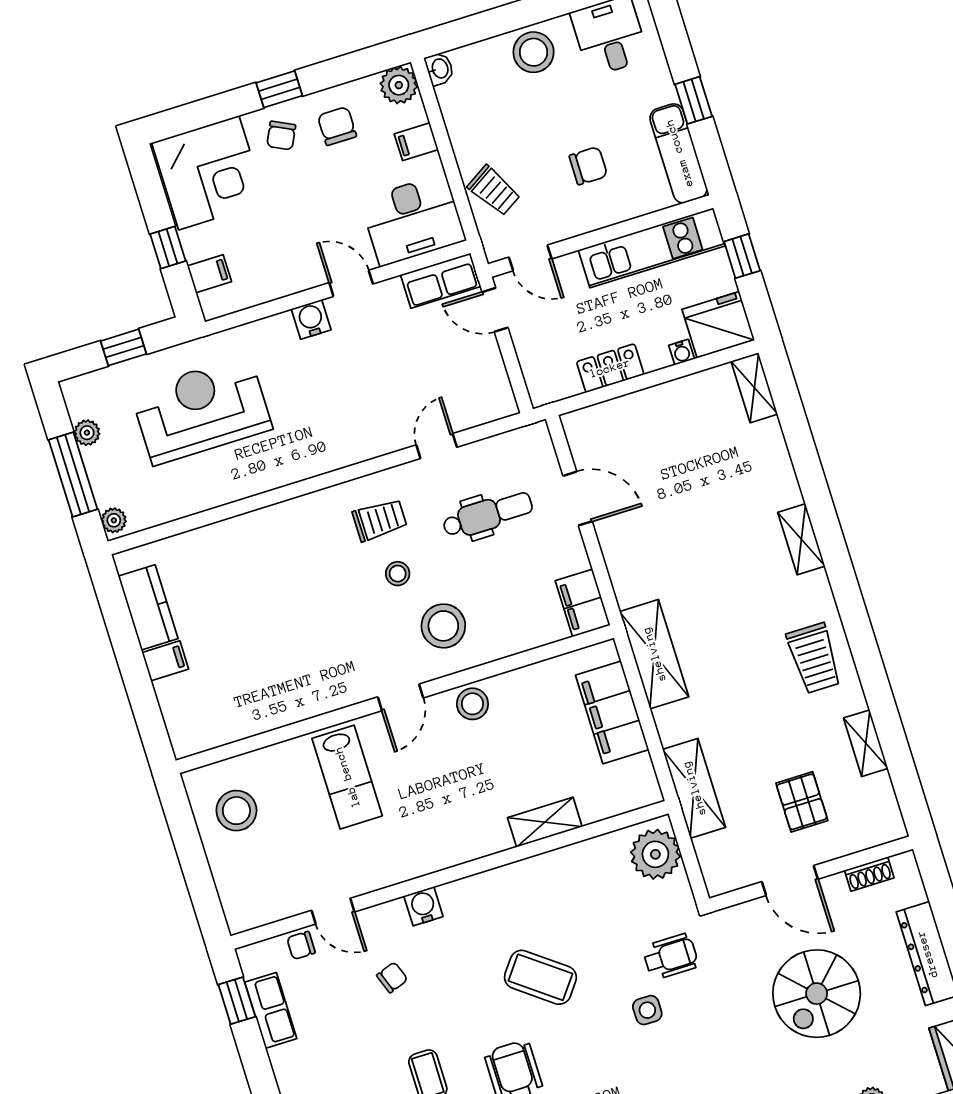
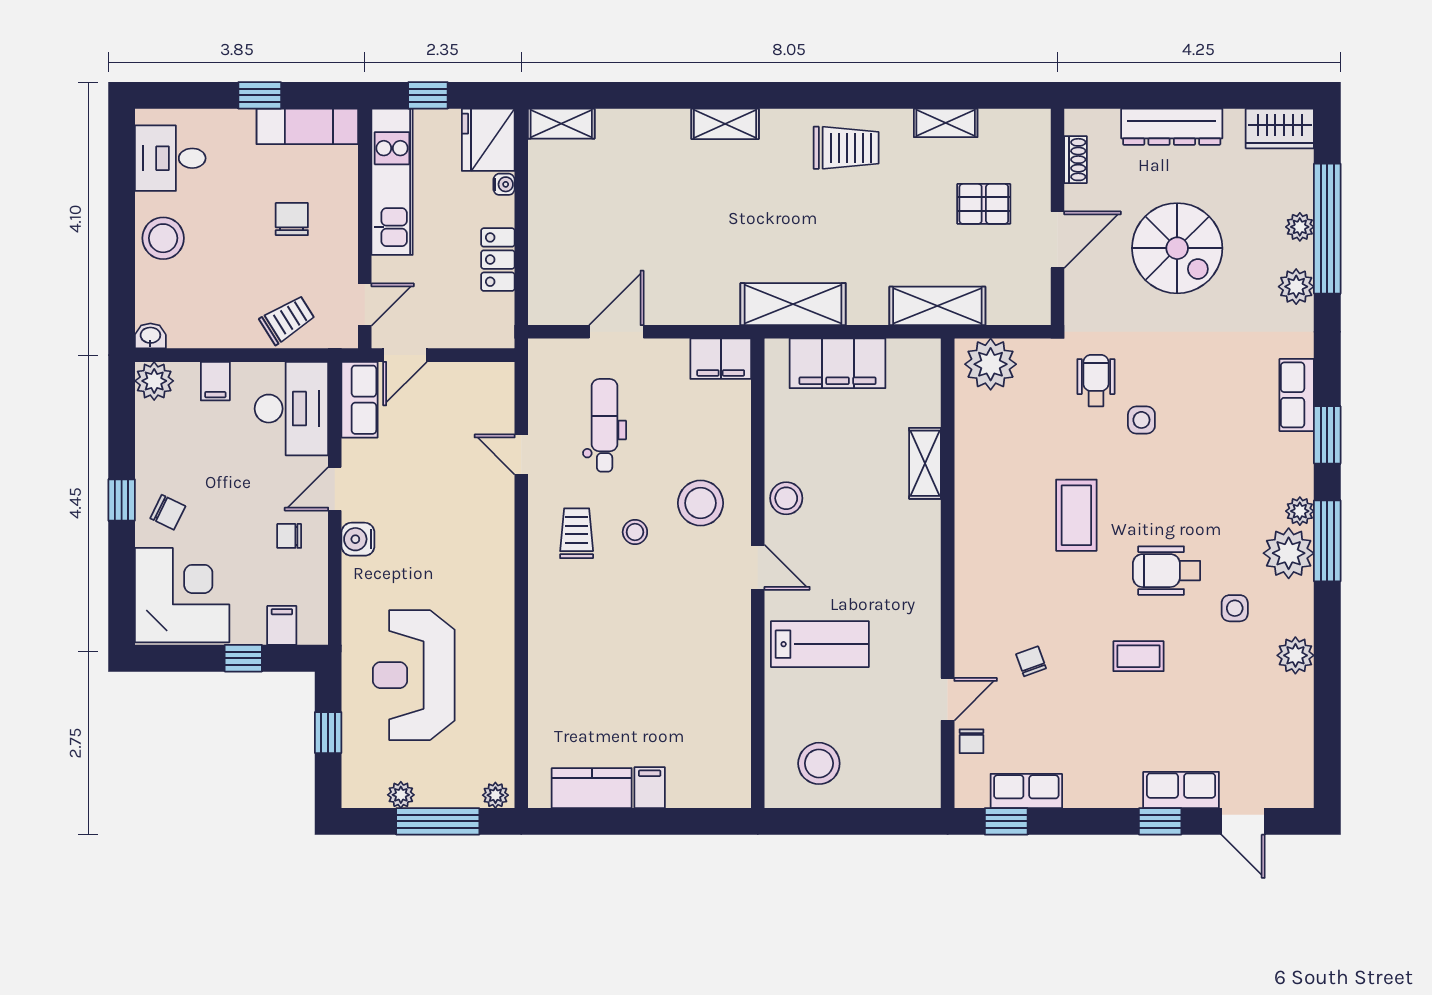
chair: (337, 126) -> (289, 536), moved, width x0.73, depth x0.73
water cooler: (423, 906) -> (971, 609), removed
coffee table: (540, 977) -> (1076, 515), turned -37

